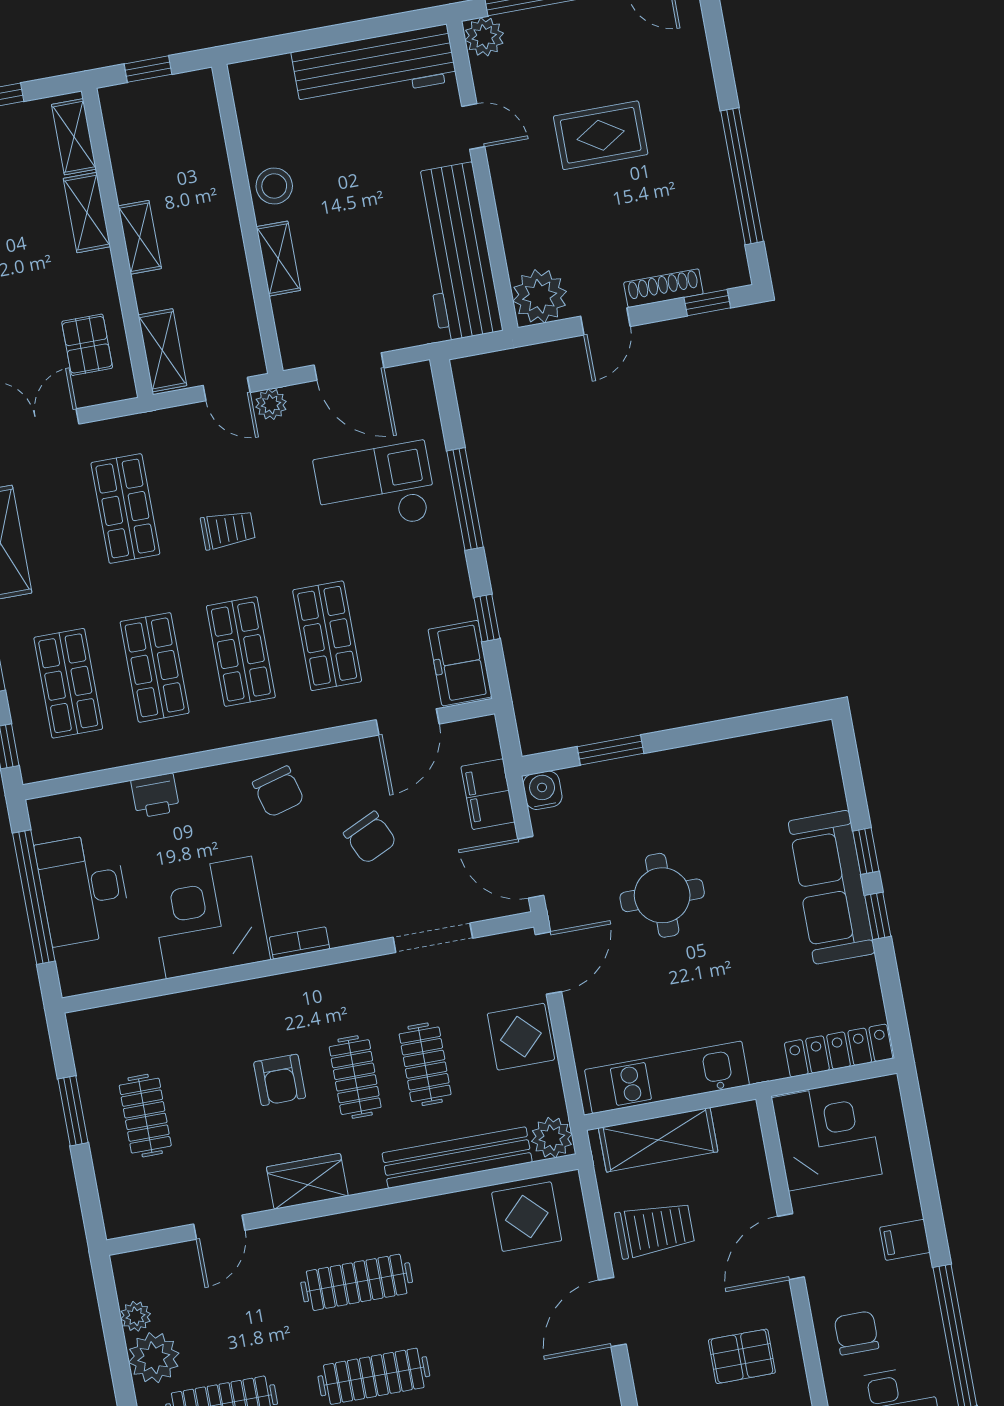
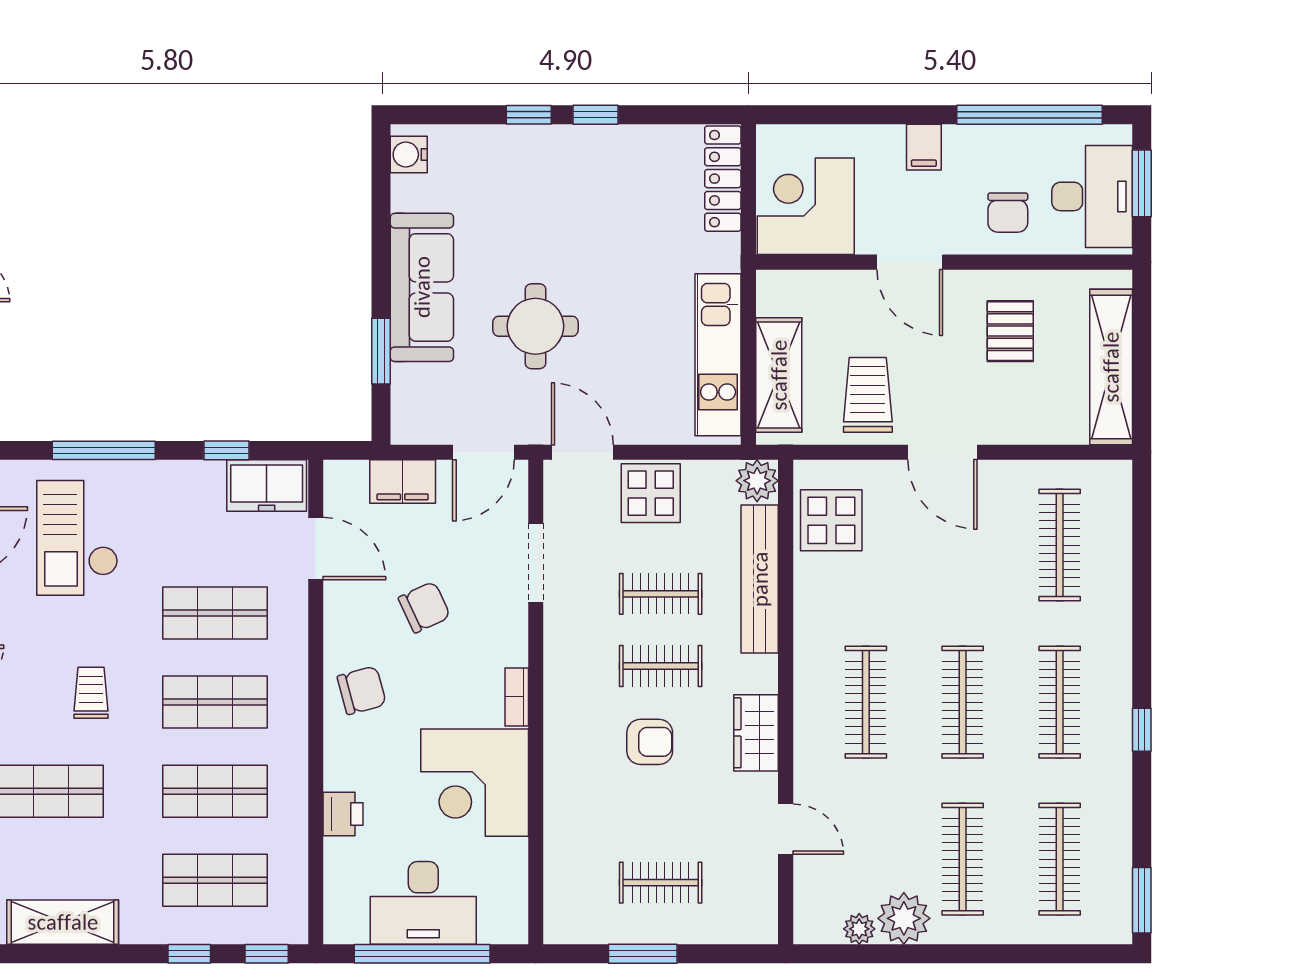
water cooler: (543, 790) -> (409, 155), moved
sofa: (832, 887) -> (422, 287), moved, turned -90
chair: (856, 1333) -> (1008, 213), turned -90

